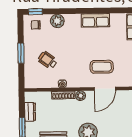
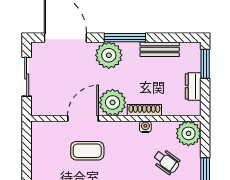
plant: (33, 80) -> (188, 133), added
plant: (81, 96) -> (113, 103), width x1.88, depth x1.88

